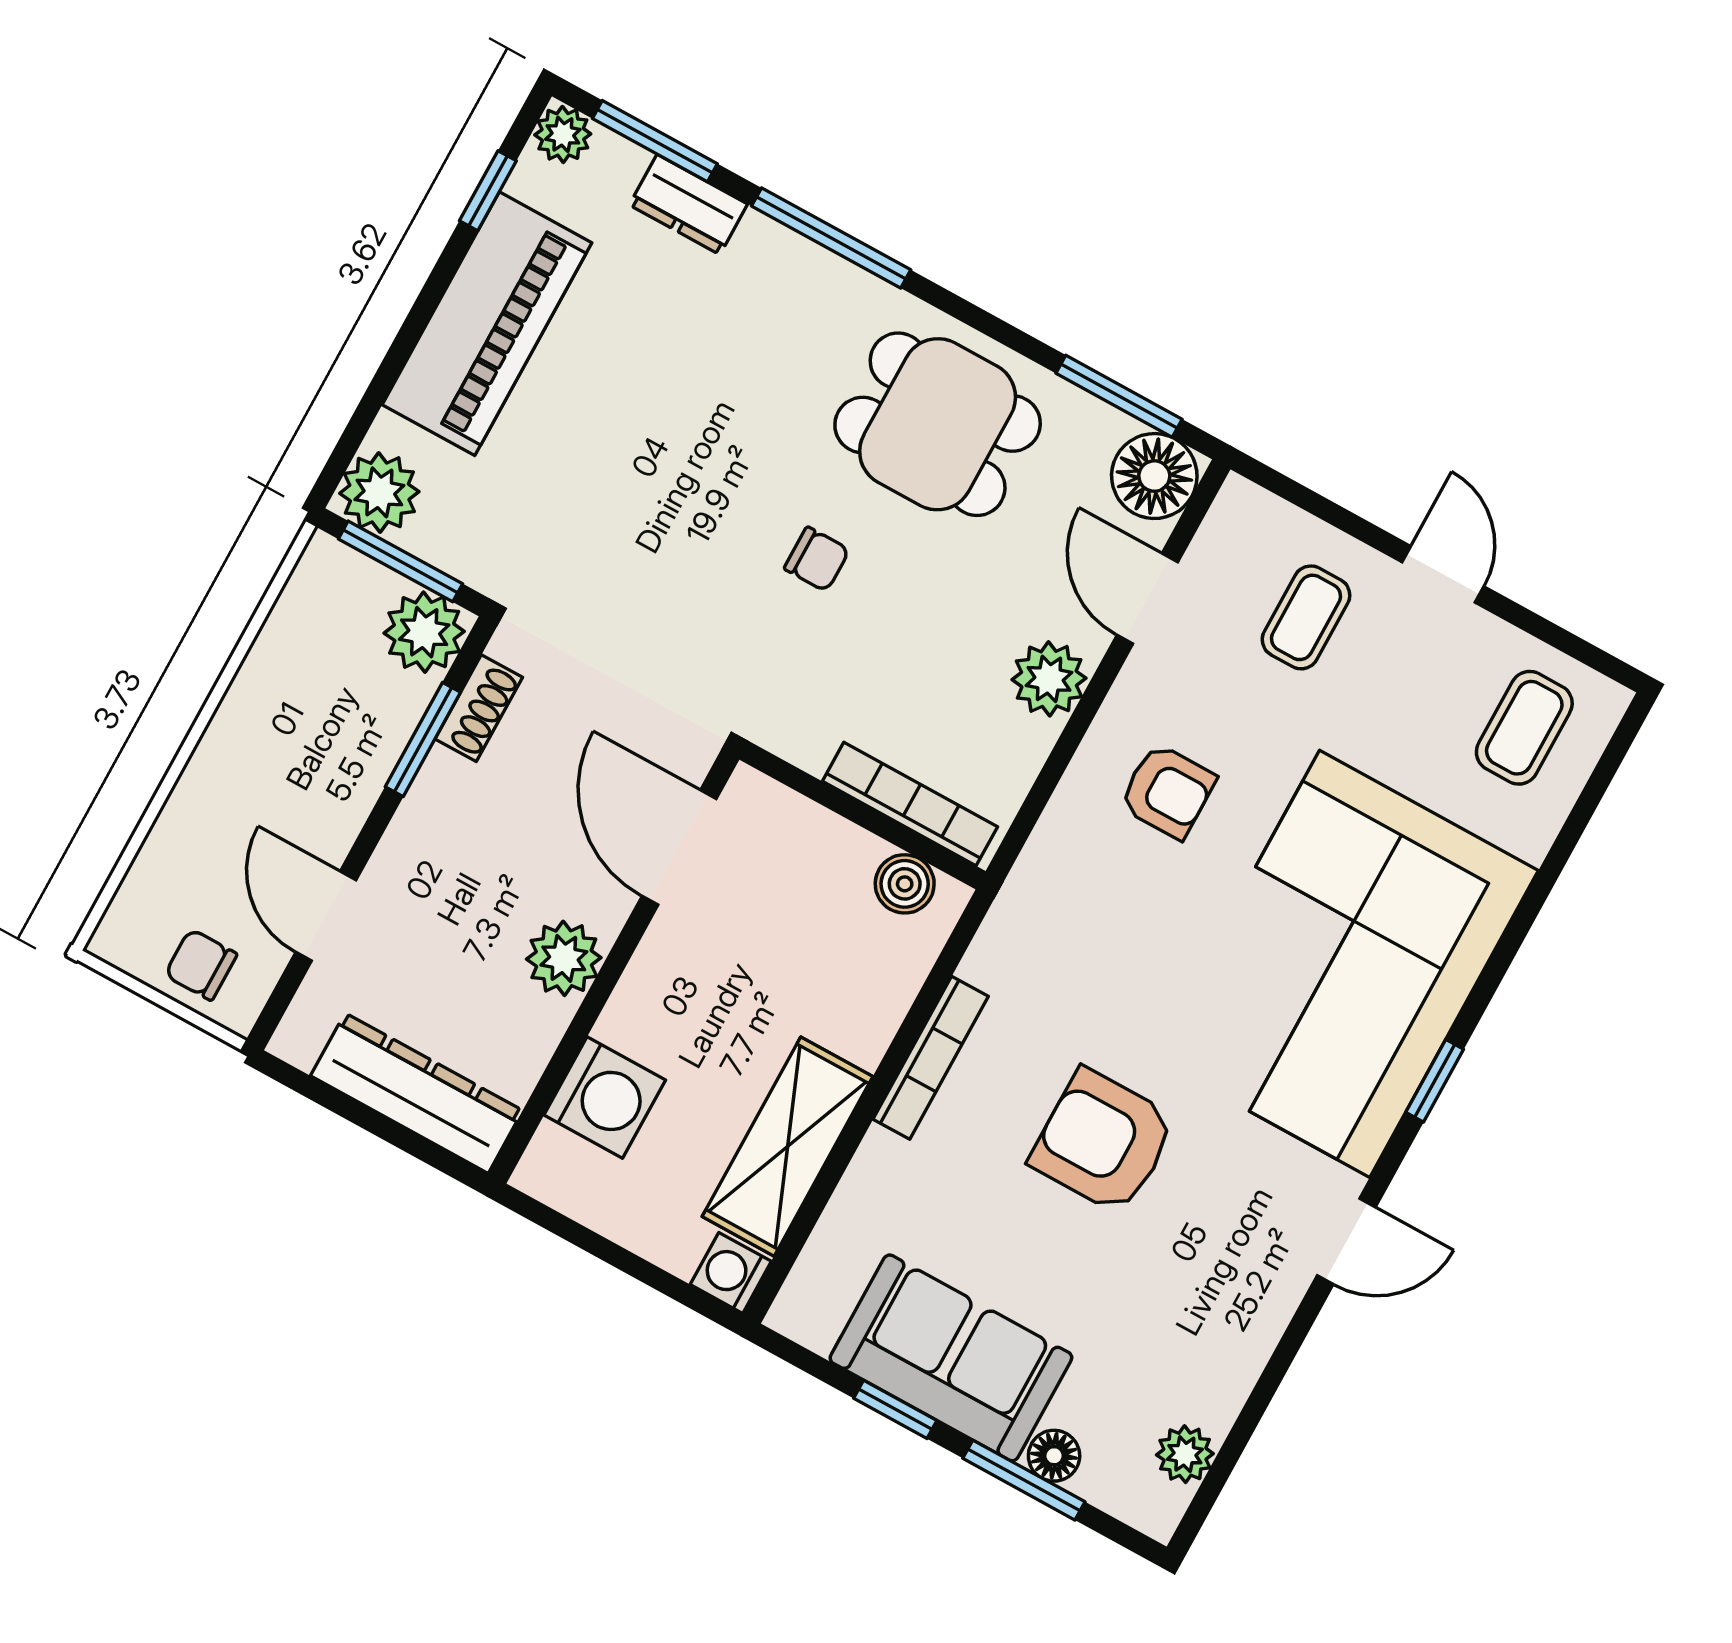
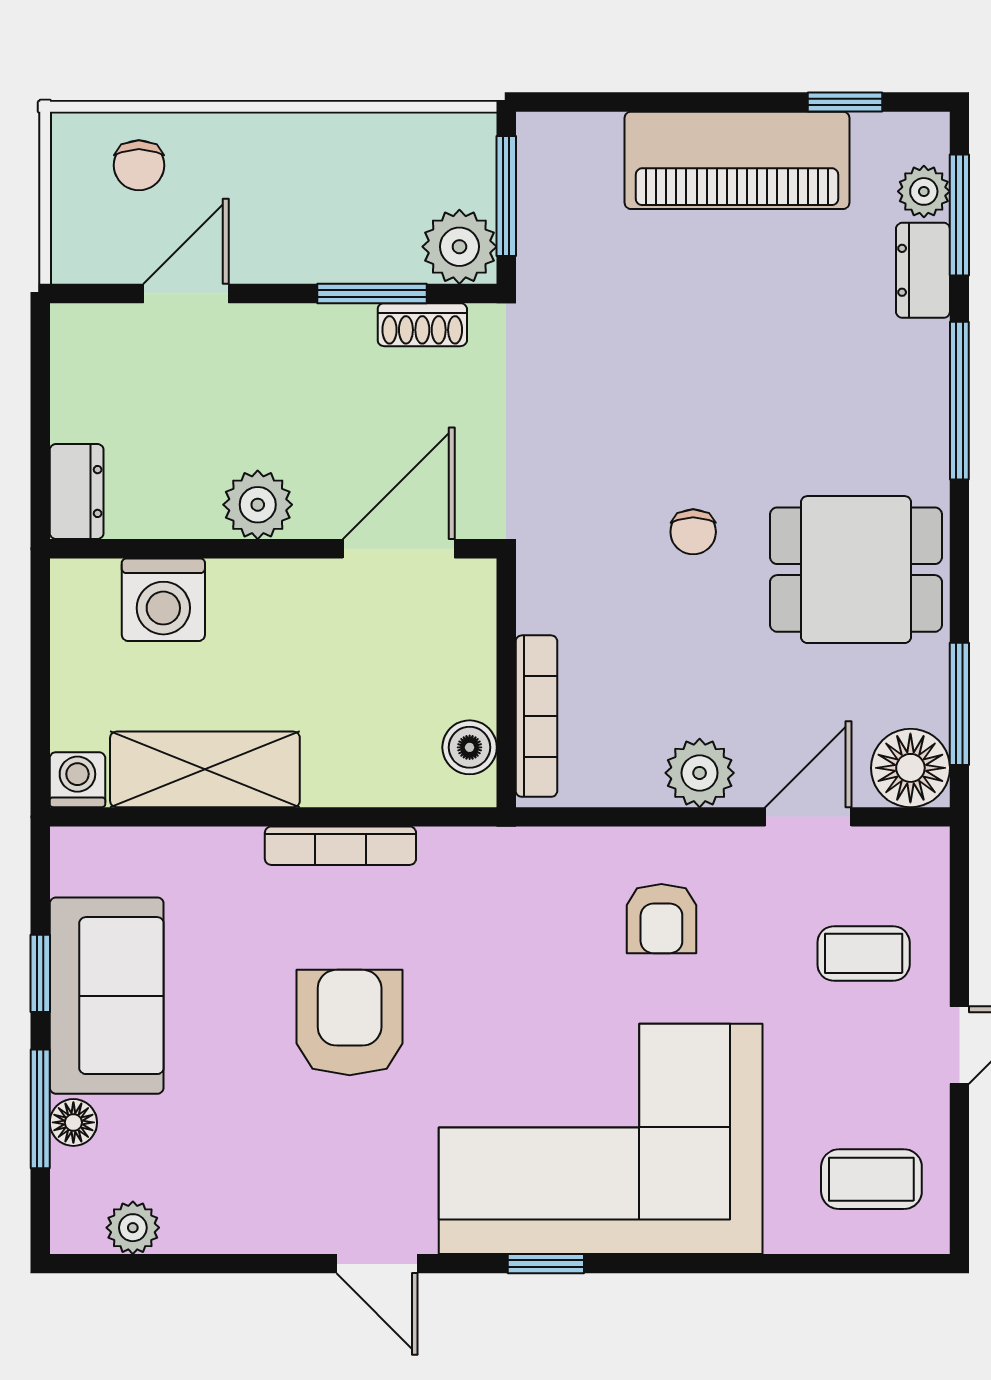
plant: (563, 134) -> (924, 191), moved
dining table: (938, 424) -> (856, 570), turned 90
plant: (379, 492) -> (553, 148), removed
chair: (201, 965) -> (139, 165), moved, turned 180
dresser: (417, 1093) -> (77, 492), width x0.51, depth x0.80

